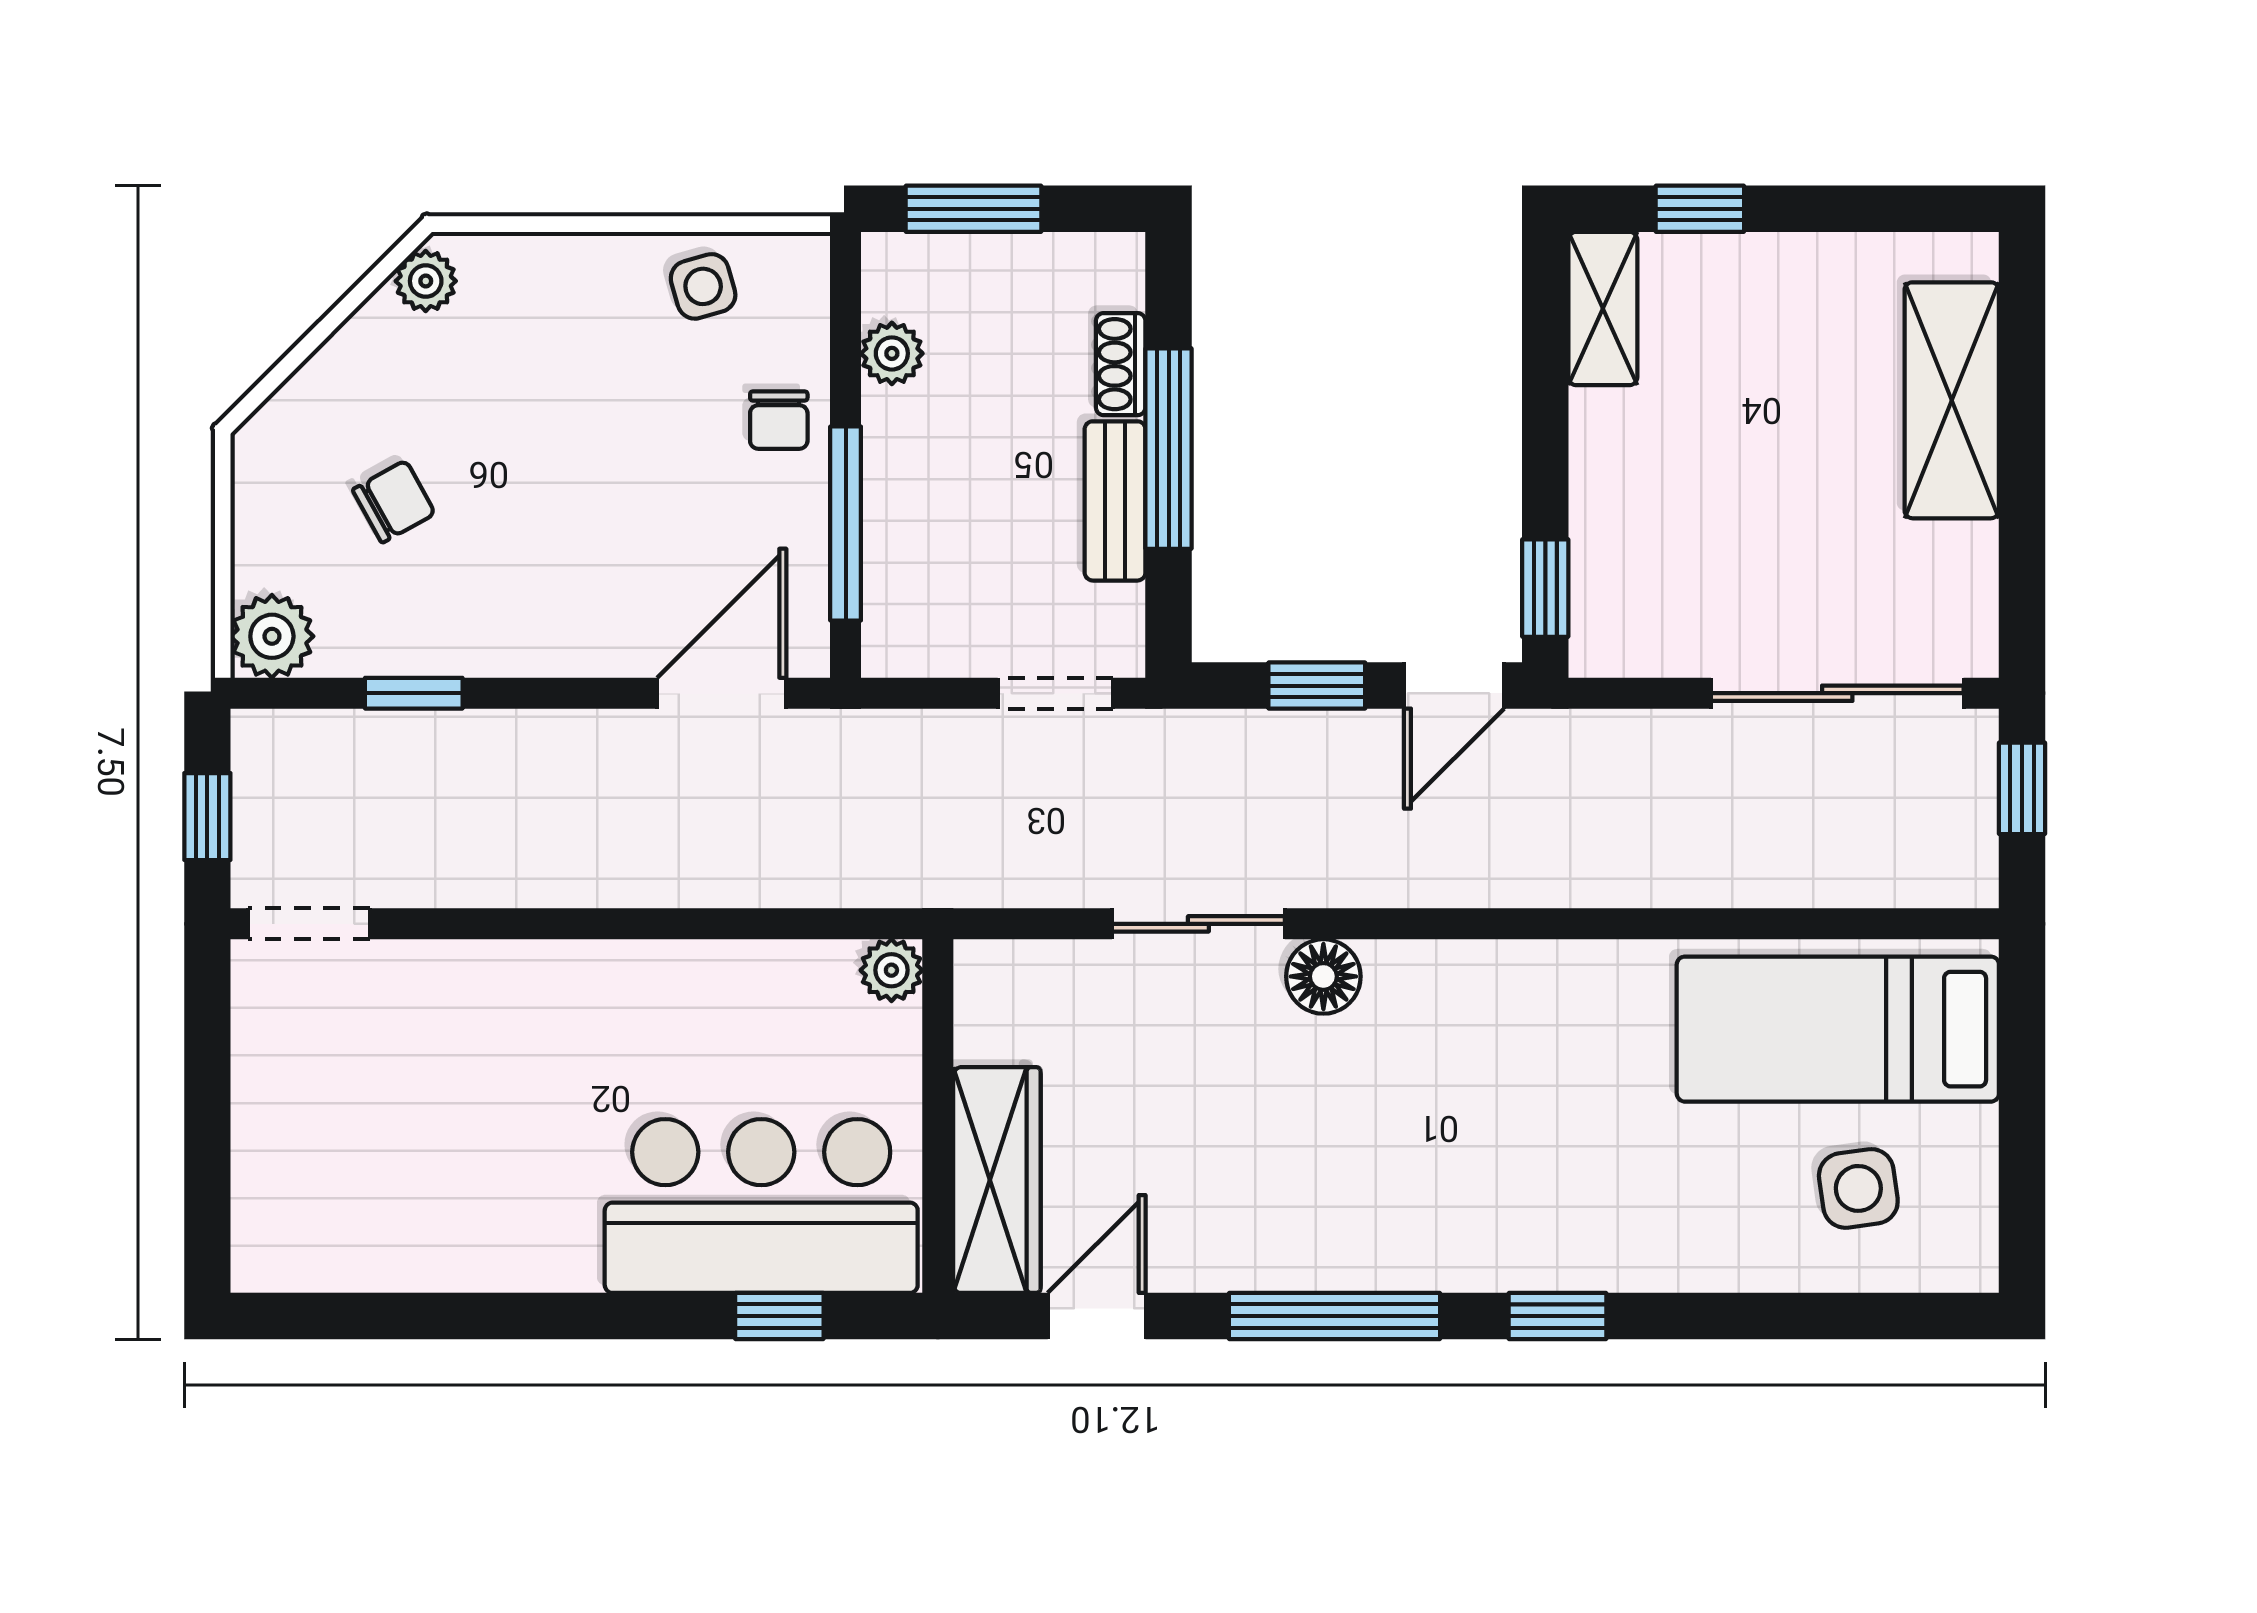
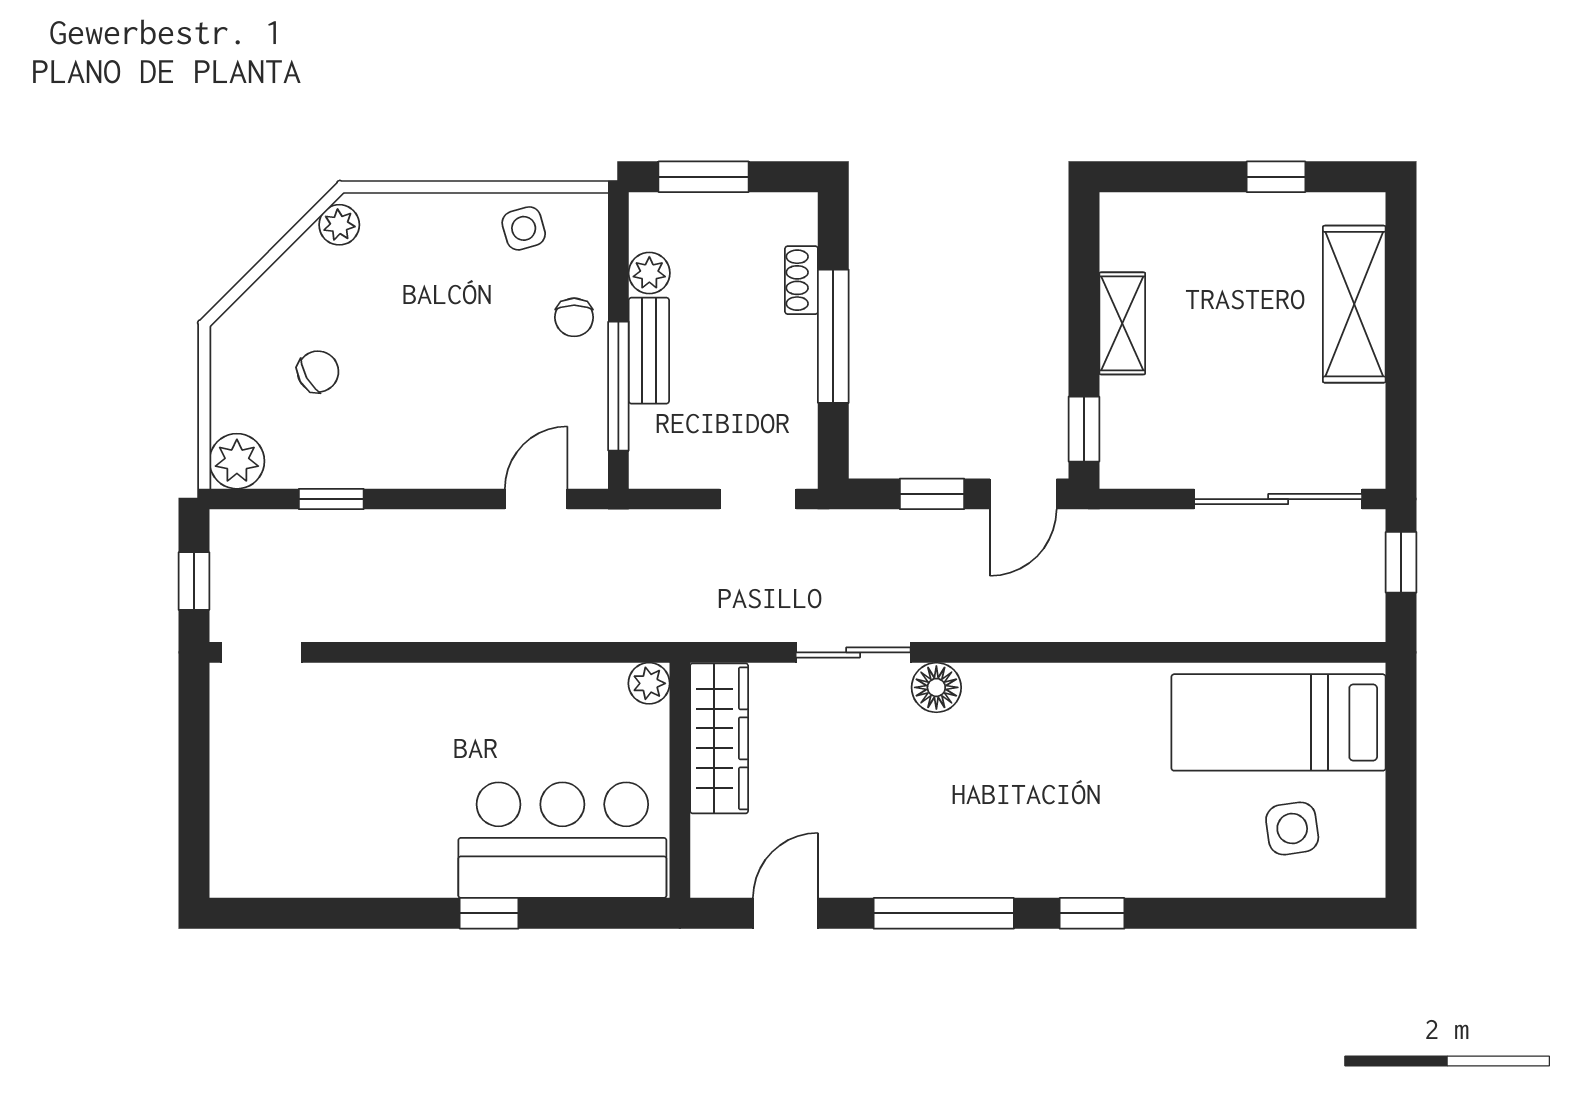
window: (1700, 209) -> (1276, 177), moved
shelving: (1603, 309) -> (1122, 323), moved
bench: (1115, 501) -> (649, 351), moved
door: (722, 693) -> (536, 499), width x0.73
wardrobe: (997, 1180) -> (719, 738), moved
window: (779, 1316) -> (489, 913), moved

